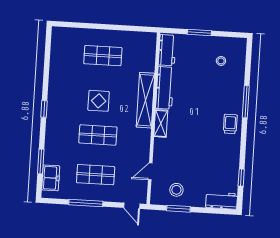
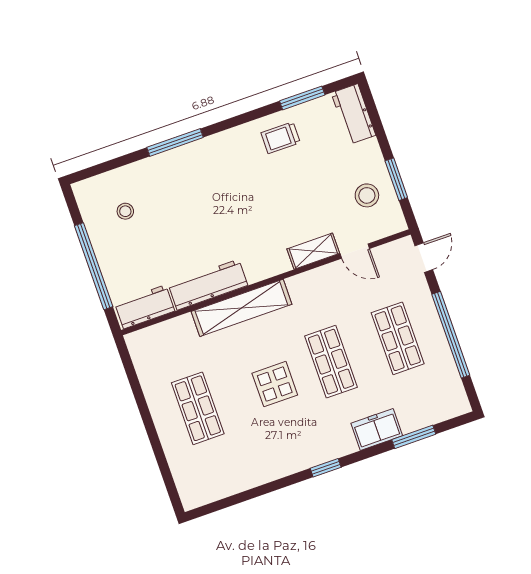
window: (199, 33) -> (94, 266), width x2.11
shelving: (161, 123) -> (313, 251), moved
trolley: (230, 124) -> (281, 138), moved
freezer: (51, 178) -> (377, 429), moved
window: (241, 178) -> (302, 98), width x1.50
window: (86, 203) -> (451, 335), width x1.46

